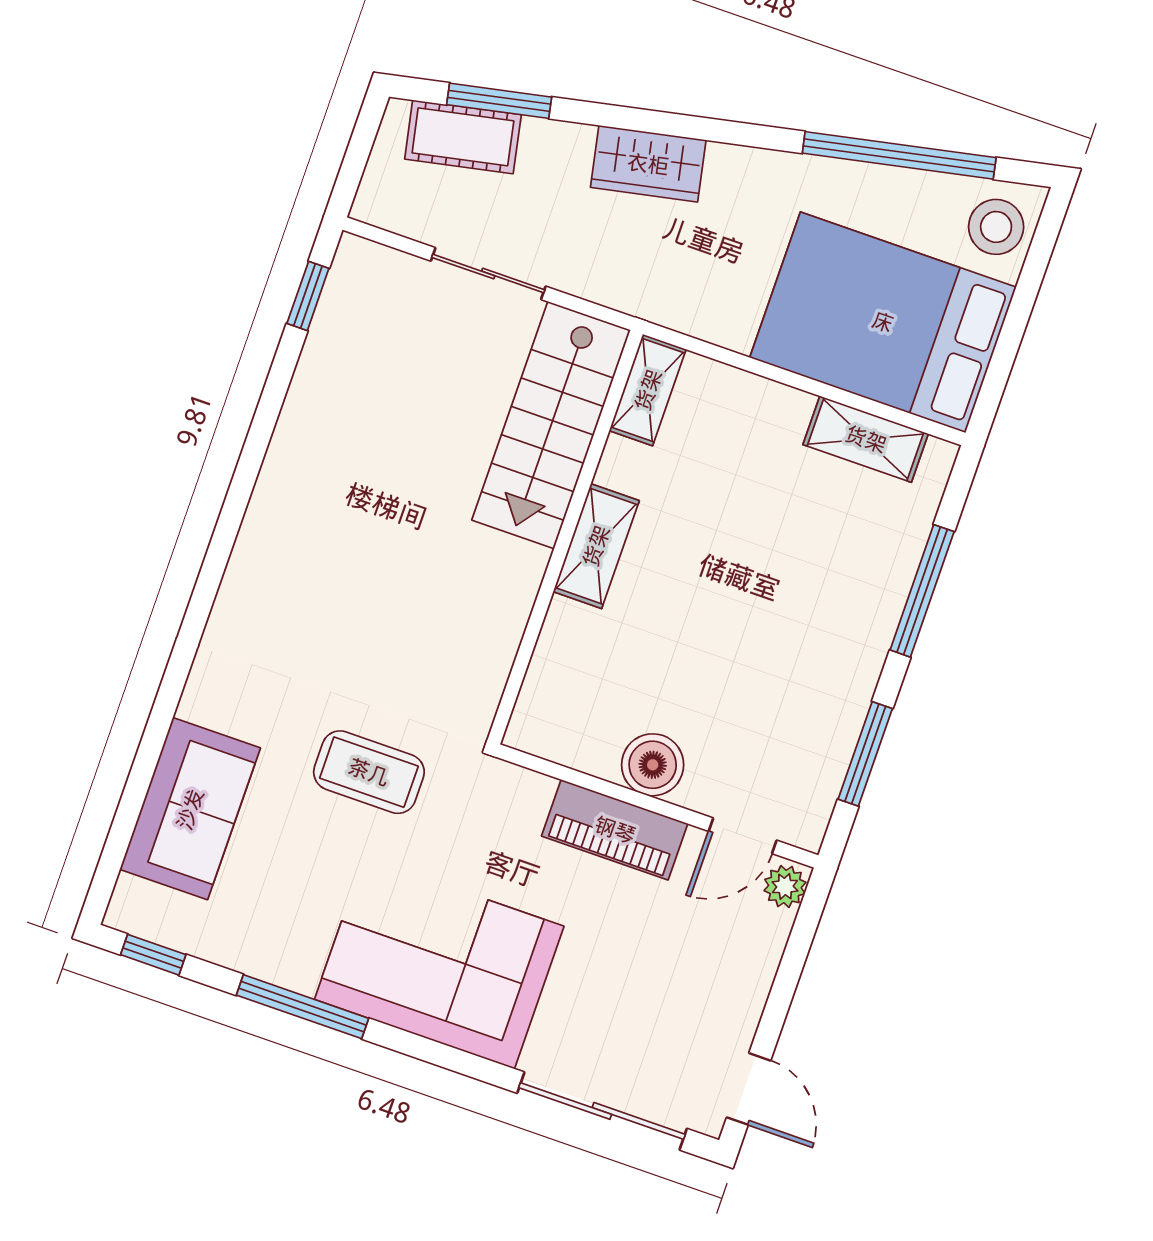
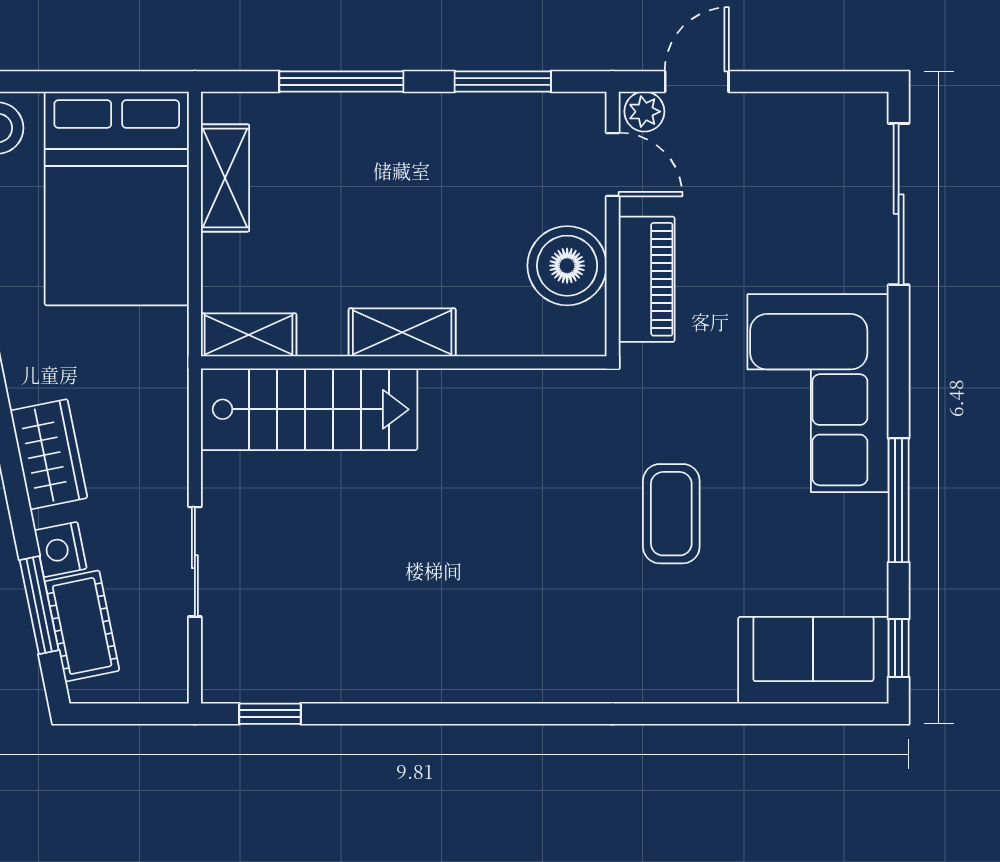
nightstand: (548, 142) -> (61, 549), added
shelving: (648, 390) -> (249, 335), moved
stairs: (551, 425) -> (309, 409), moved
wall: (565, 537) -> (404, 362), moved
shelving: (596, 546) -> (402, 332), moved
boiler: (653, 765) -> (567, 266), width x1.37, depth x1.37
sofa: (190, 809) -> (813, 660), moved
door: (749, 1089) -> (697, 81), moved

